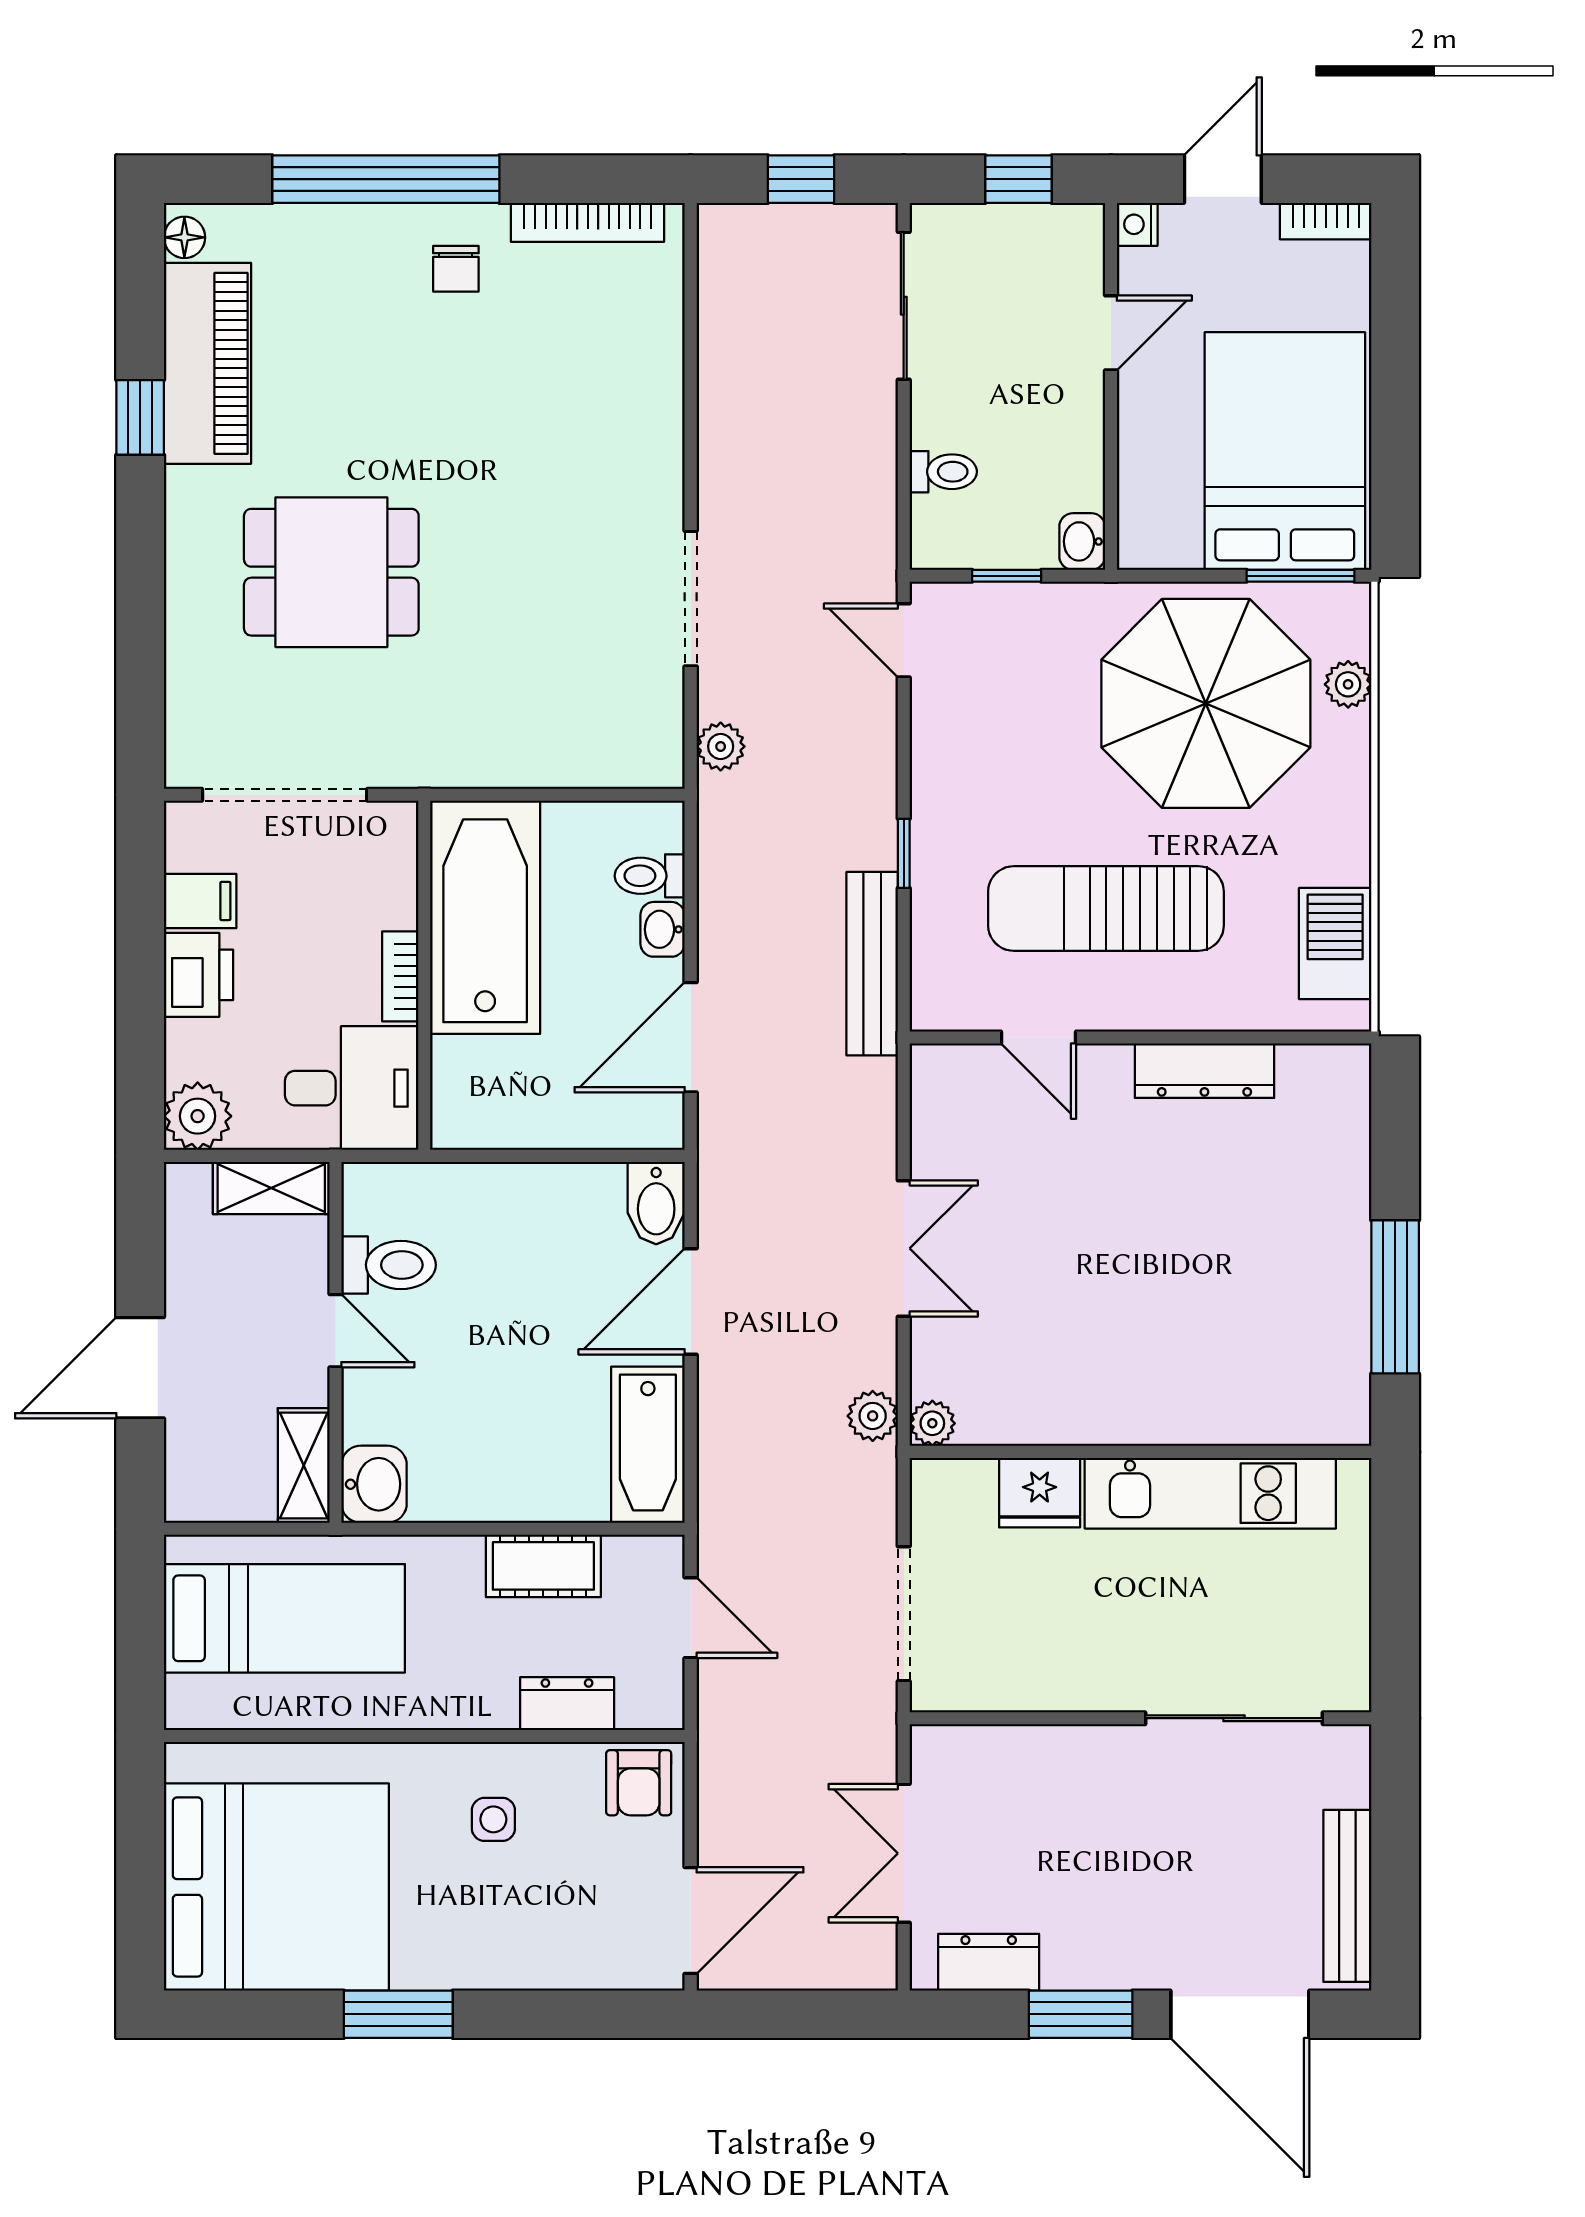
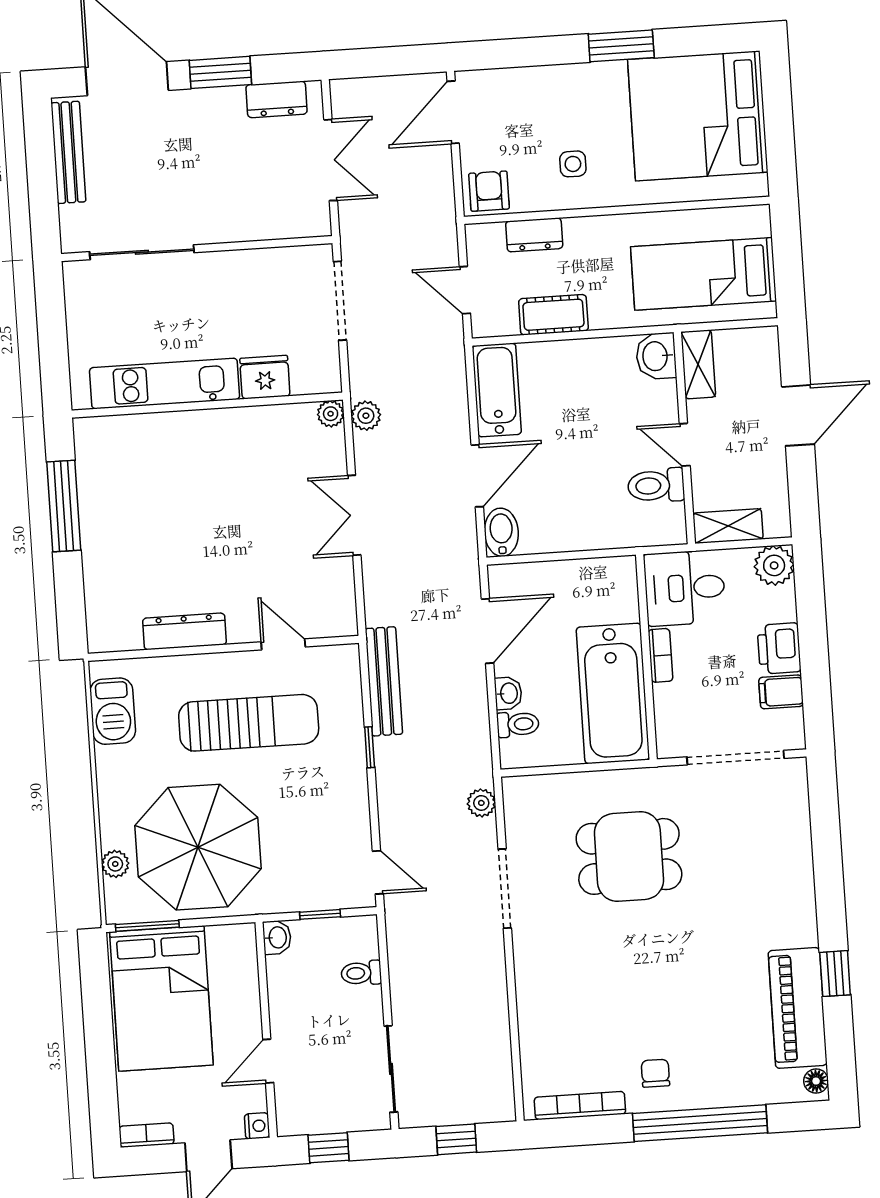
dining table: (331, 572) -> (629, 856), moved

